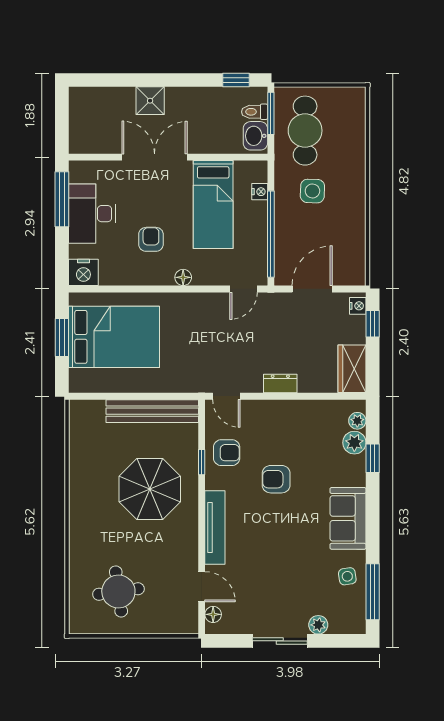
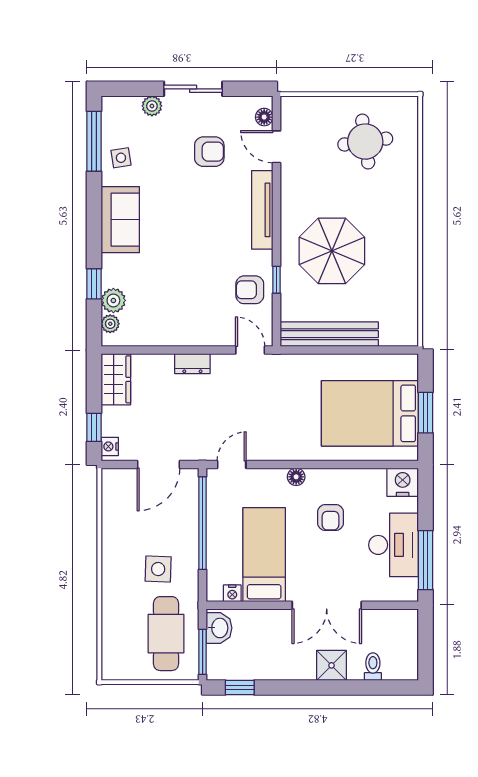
toilet: (255, 112) -> (373, 667), moved, turned -90
nightstand: (260, 192) -> (232, 593), moved, turned -90
armchair: (276, 479) -> (209, 152), moved

